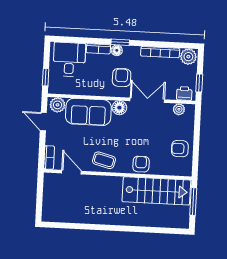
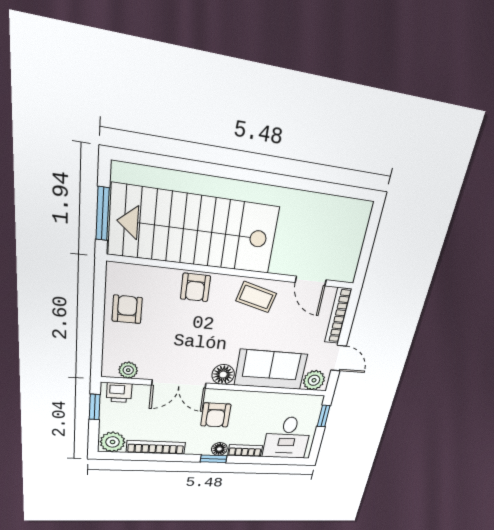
armchair: (180, 149) -> (127, 309), turned -90
bookcase: (49, 157) -> (338, 316), width x1.56
stairs: (156, 191) -> (194, 230), width x1.36, depth x1.51

